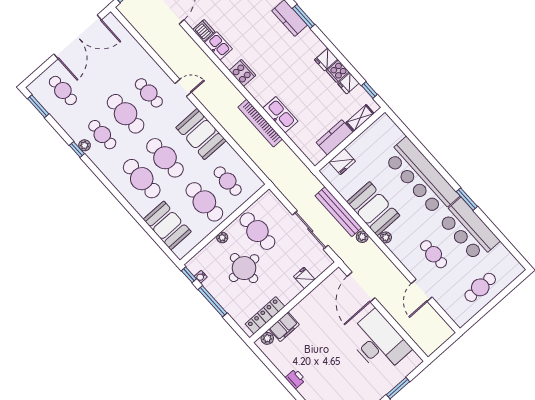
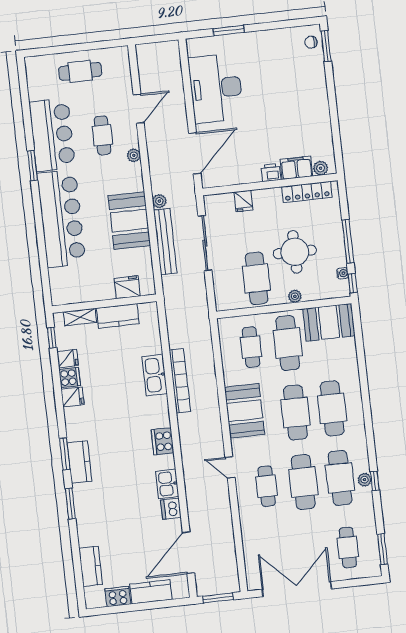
cafe table: (102, 135) -> (340, 478), width x1.37, depth x1.35
booth: (167, 225) -> (329, 322), moved, turned 90
plant: (386, 237) -> (134, 155), moved
printer: (295, 379) -> (271, 172), moved, turned 90

